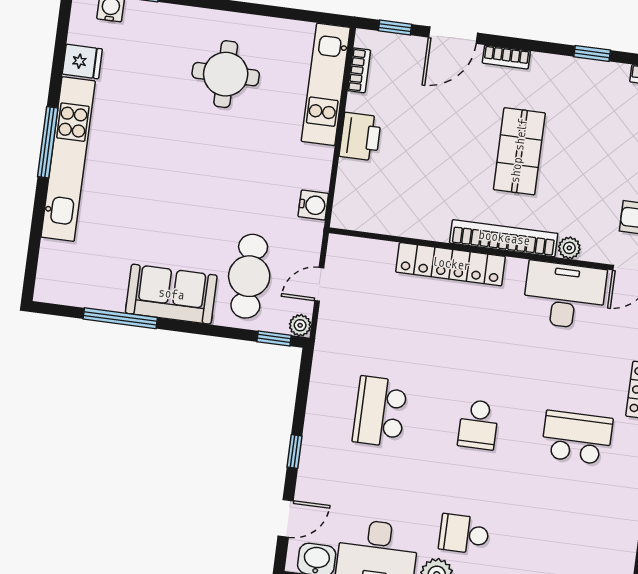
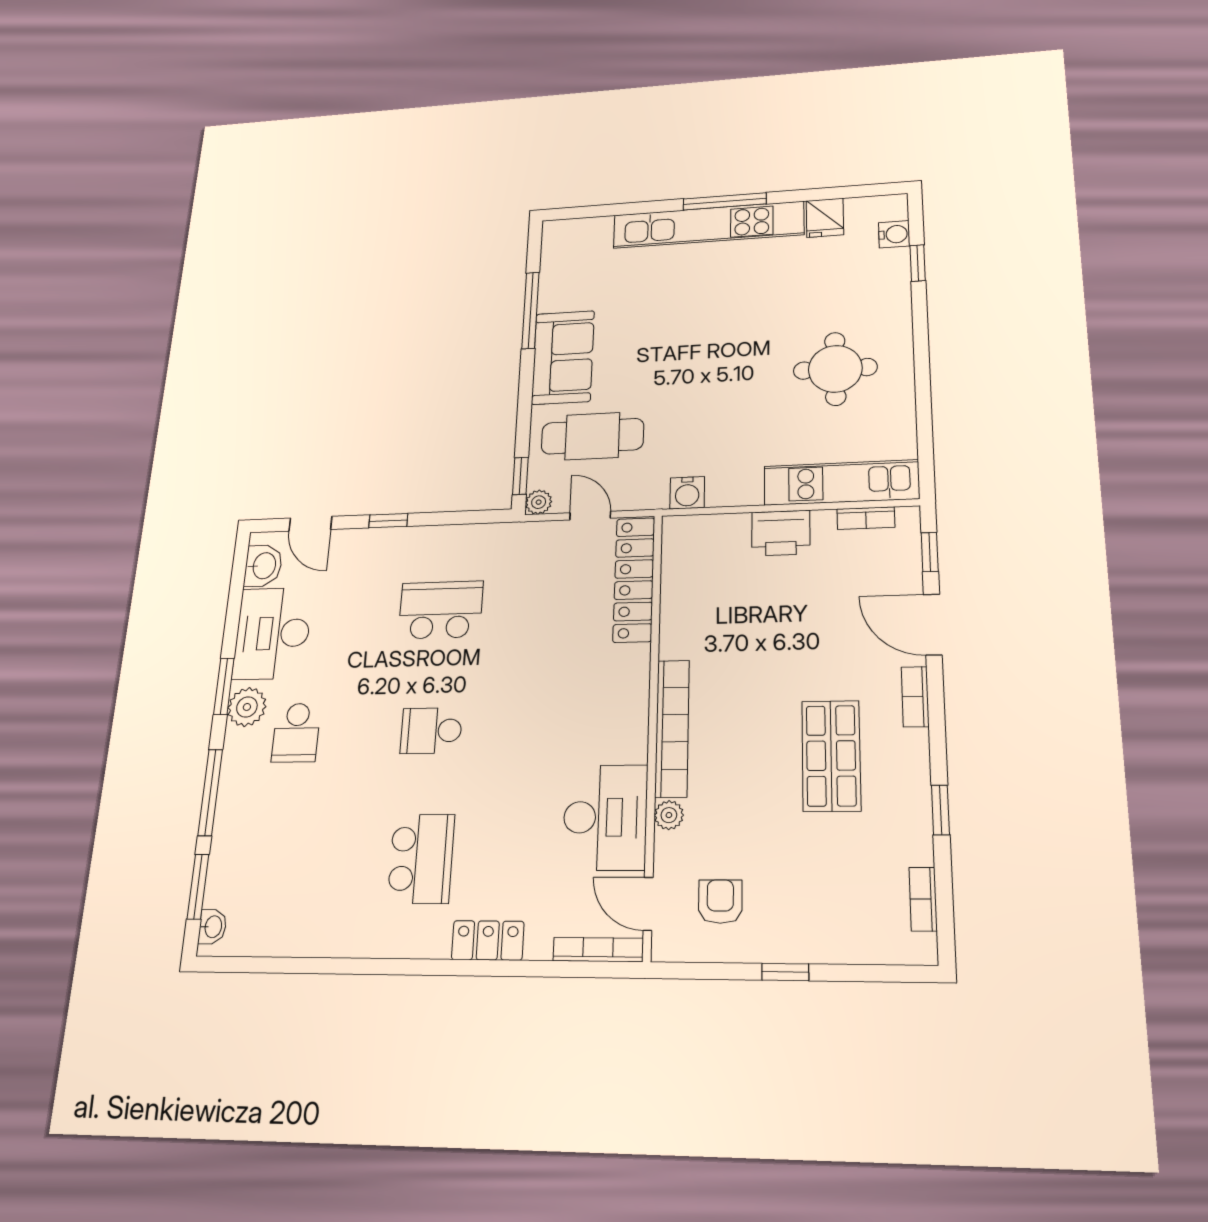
shop shelf: (519, 151) -> (831, 756), moved, turned 90
locker: (451, 264) -> (634, 580), moved
school desk: (464, 534) -> (296, 733), turned 180

